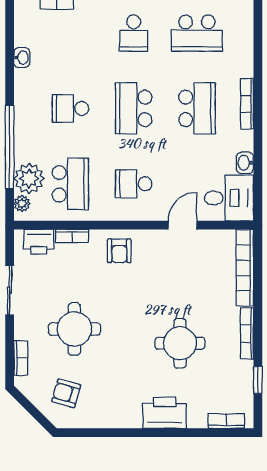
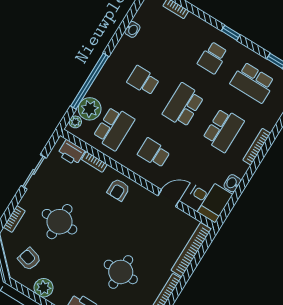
plant: (103, 416) -> (44, 288), added

